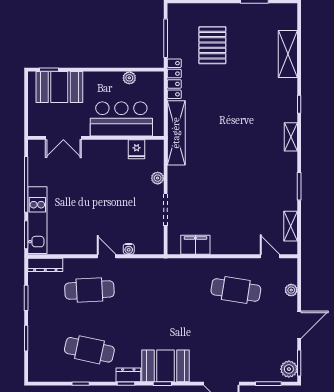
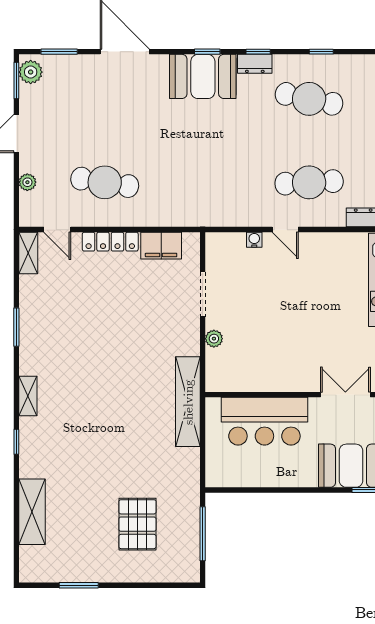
plant: (129, 78) -> (253, 479), removed
locker: (174, 79) -> (110, 242), moved, turned -90
fridge: (137, 149) -> (243, 379), removed
shelving: (291, 226) -> (28, 253), moved

